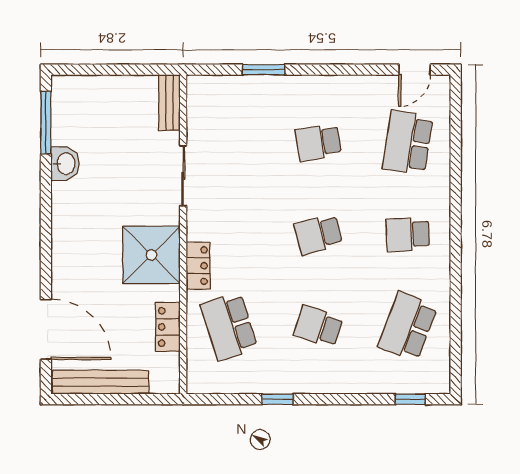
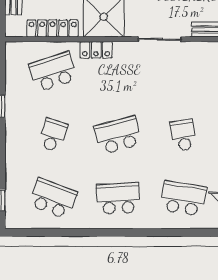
school desk: (318, 234) -> (118, 135), width x1.85
school desk: (408, 234) -> (118, 198), width x1.85
locker: (168, 327) -> (53, 28), width x1.53

